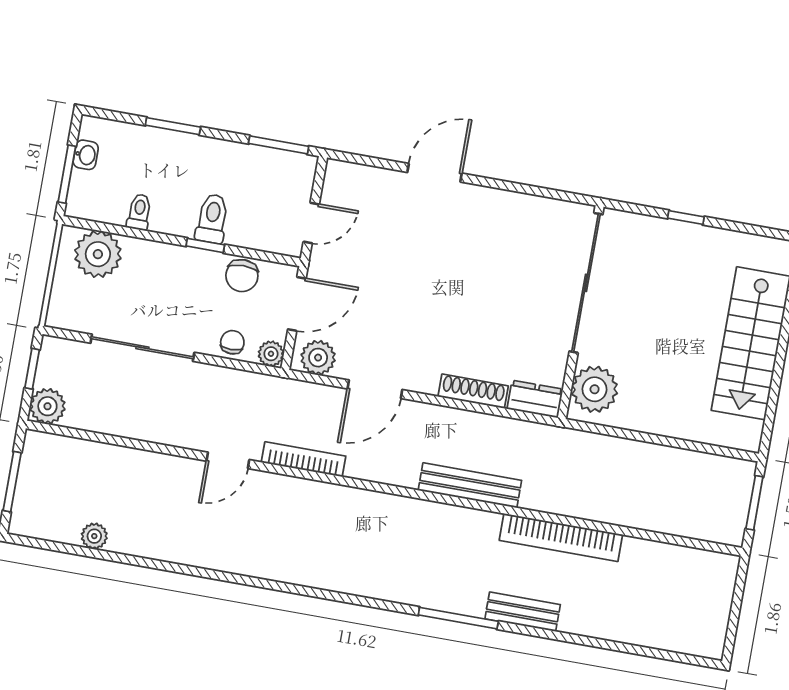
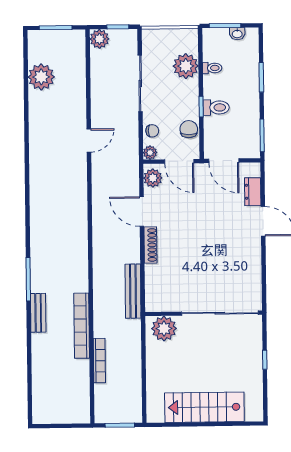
door: (311, 223) -> (224, 161), width x1.38
plant: (98, 254) -> (186, 66), moved
chair: (242, 276) -> (189, 129), turned 90
shoe rack: (473, 391) -> (150, 245), moved
dresser: (535, 399) -> (253, 192), moved, turned 180
bookcase: (304, 459) -> (99, 361), moved
door: (228, 460) -> (89, 140), swing flipped
bench: (470, 485) -> (133, 291), moved
plant: (94, 536) -> (41, 77), width x1.87, depth x1.87

